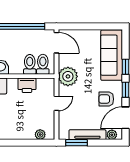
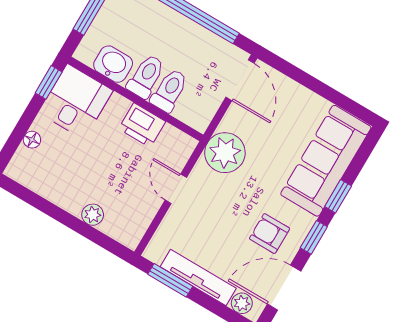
toilet: (43, 64) -> (146, 76), moved
door: (56, 103) -> (176, 189), swing flipped
plant: (40, 135) -> (93, 215), moved

